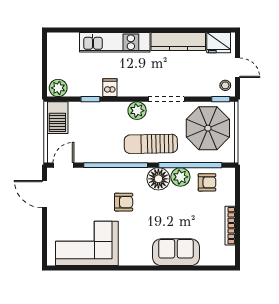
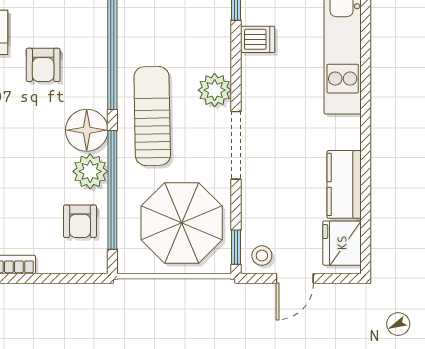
kitchen counter: (178, 41) -> (344, 184), width x0.67

